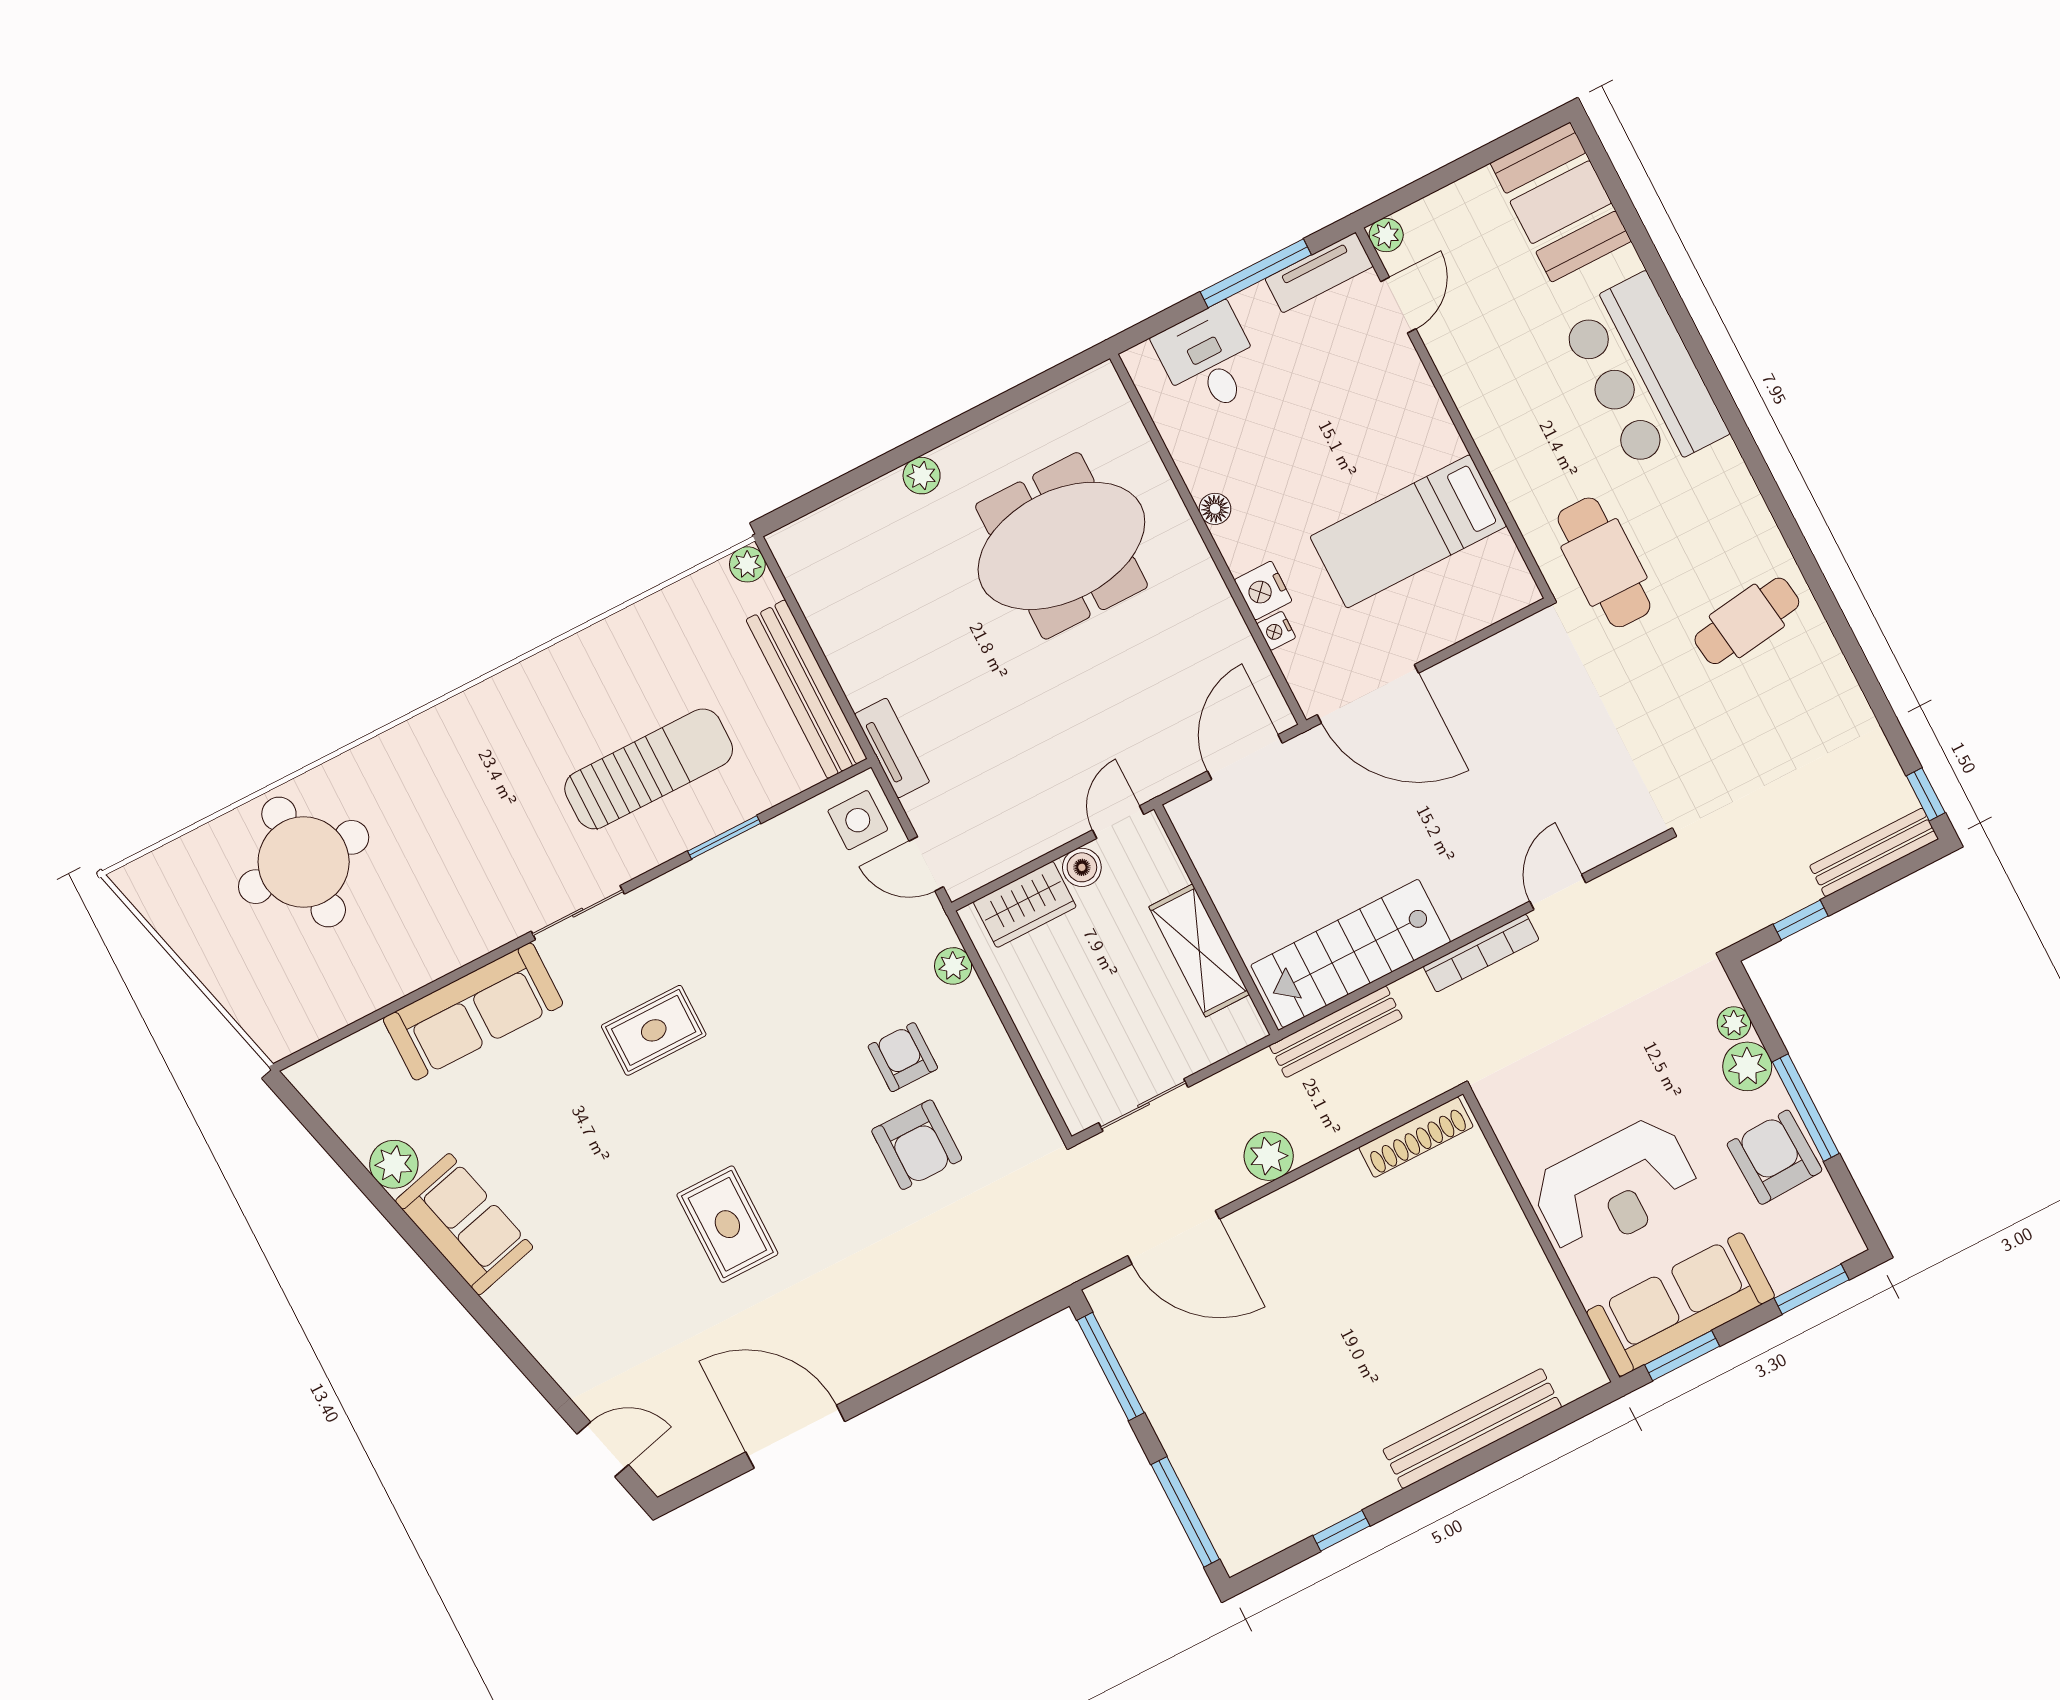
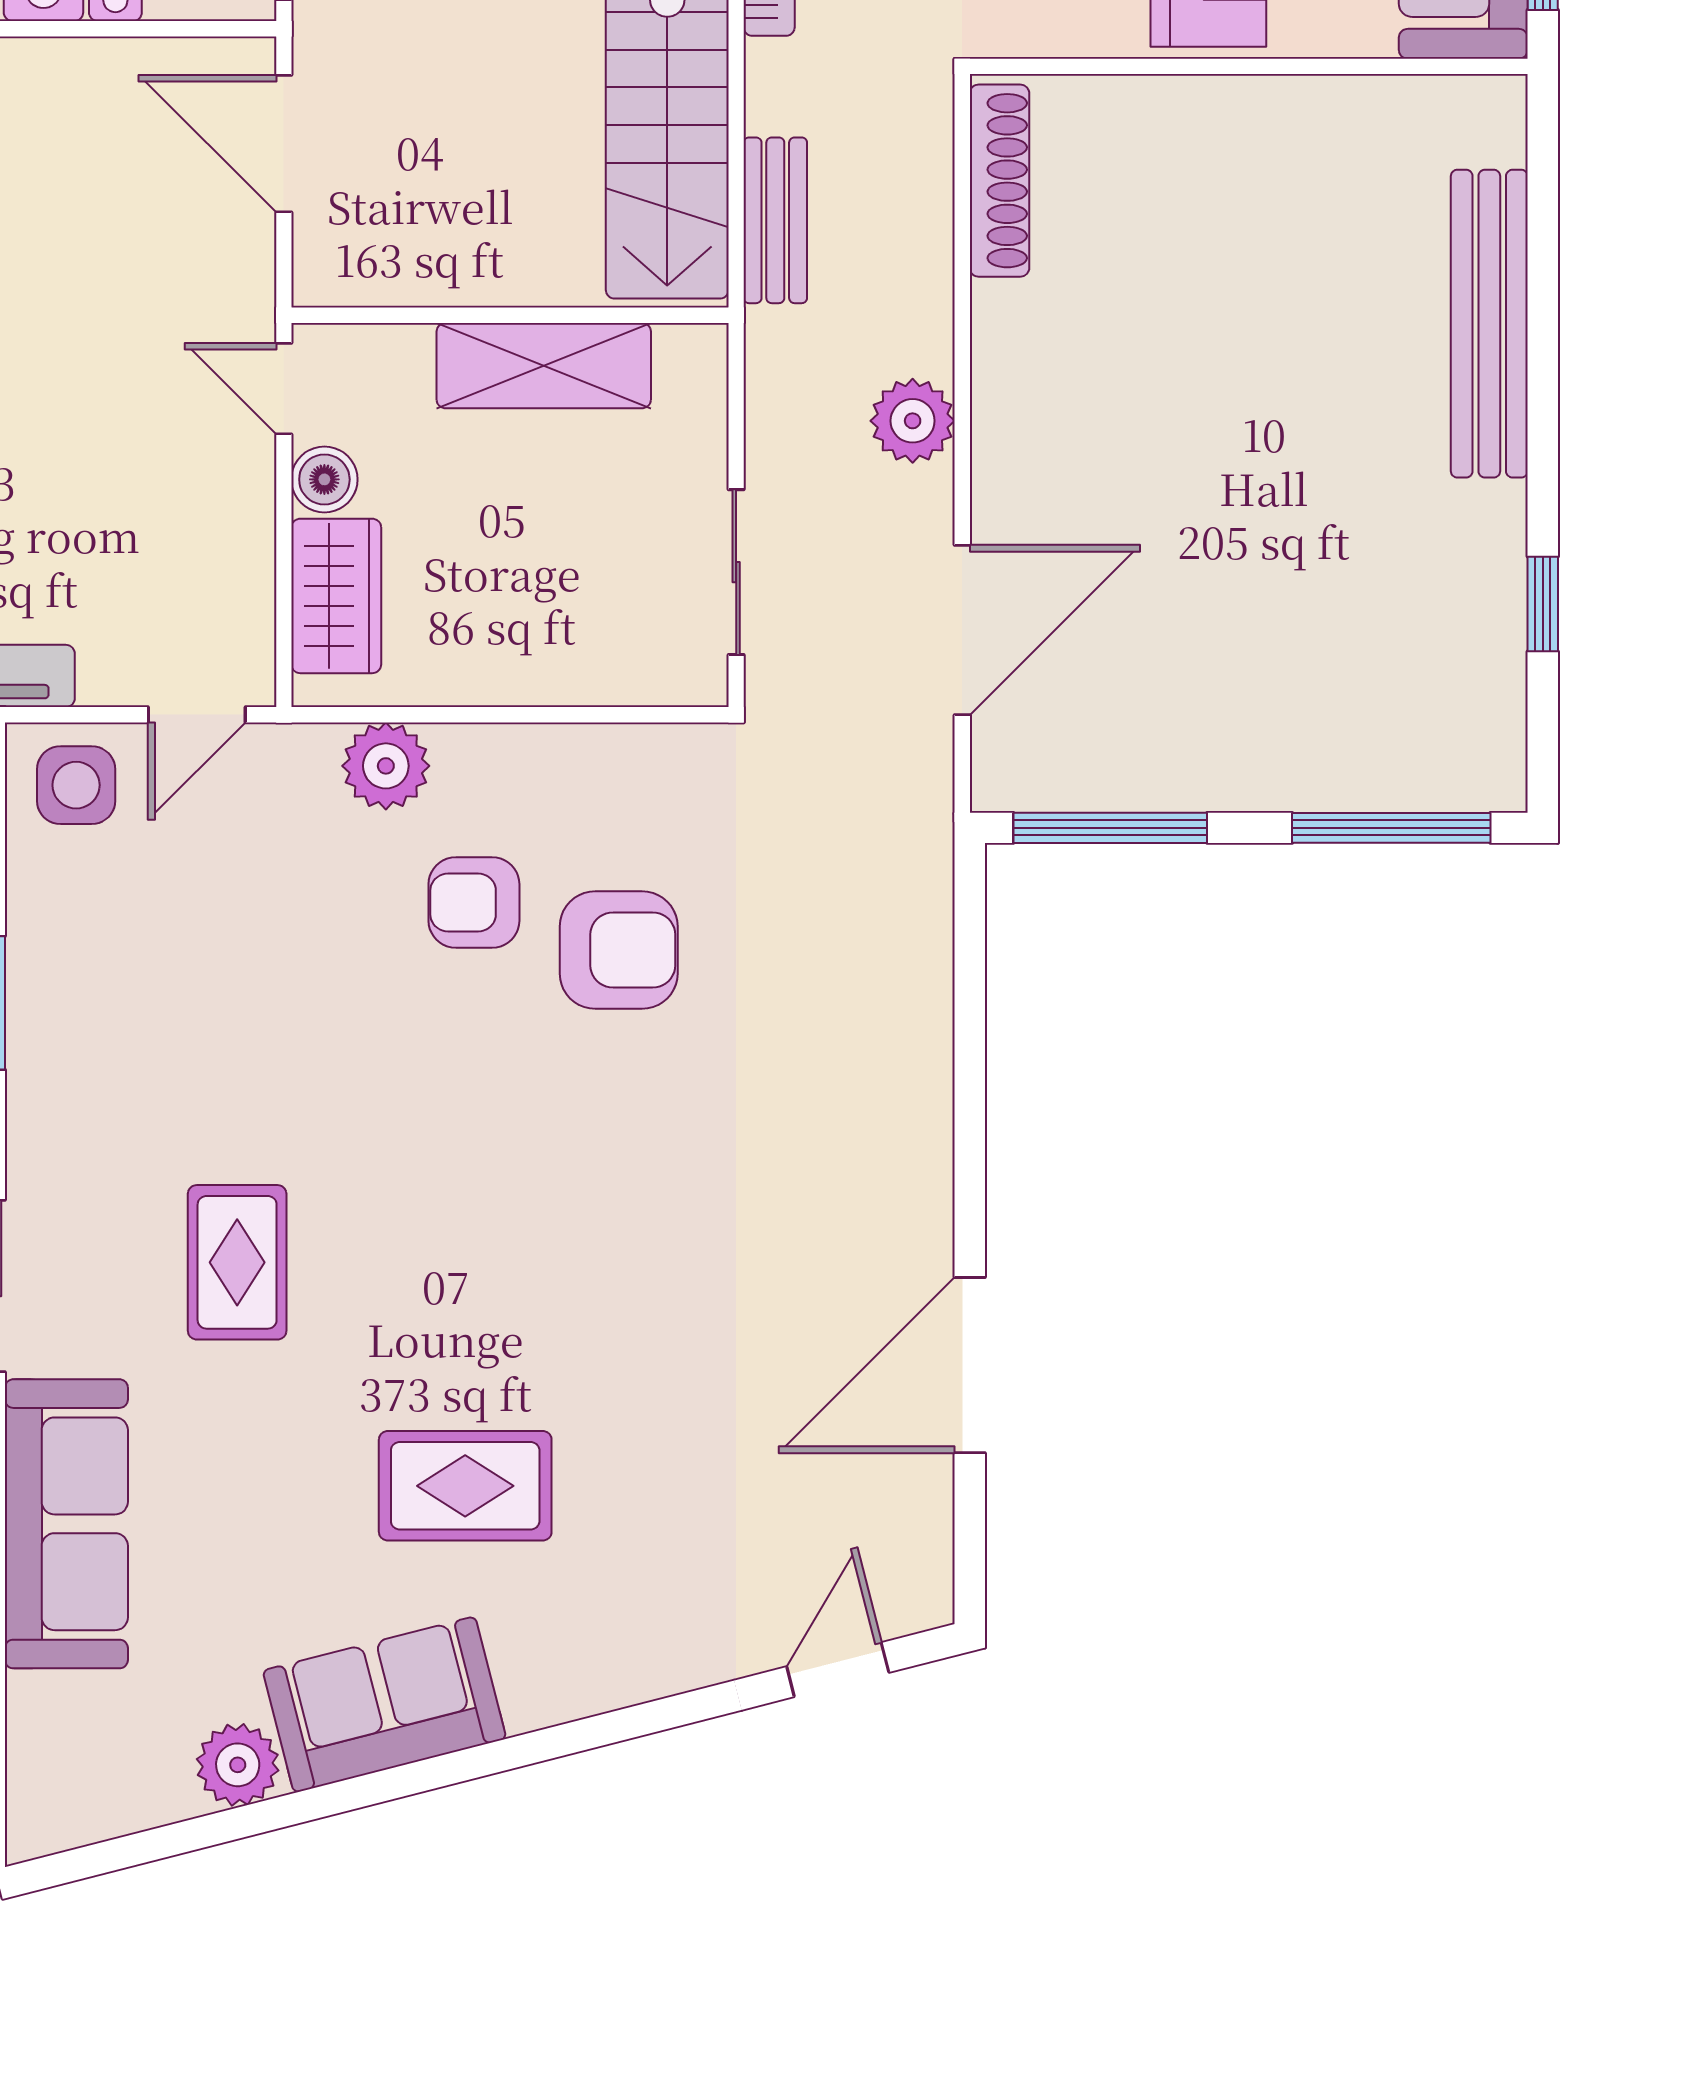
plant: (953, 966) -> (386, 766), width x1.38, depth x1.38
bench: (1336, 1032) -> (775, 220), width x0.73
rug: (727, 1224) -> (465, 1486), moved

